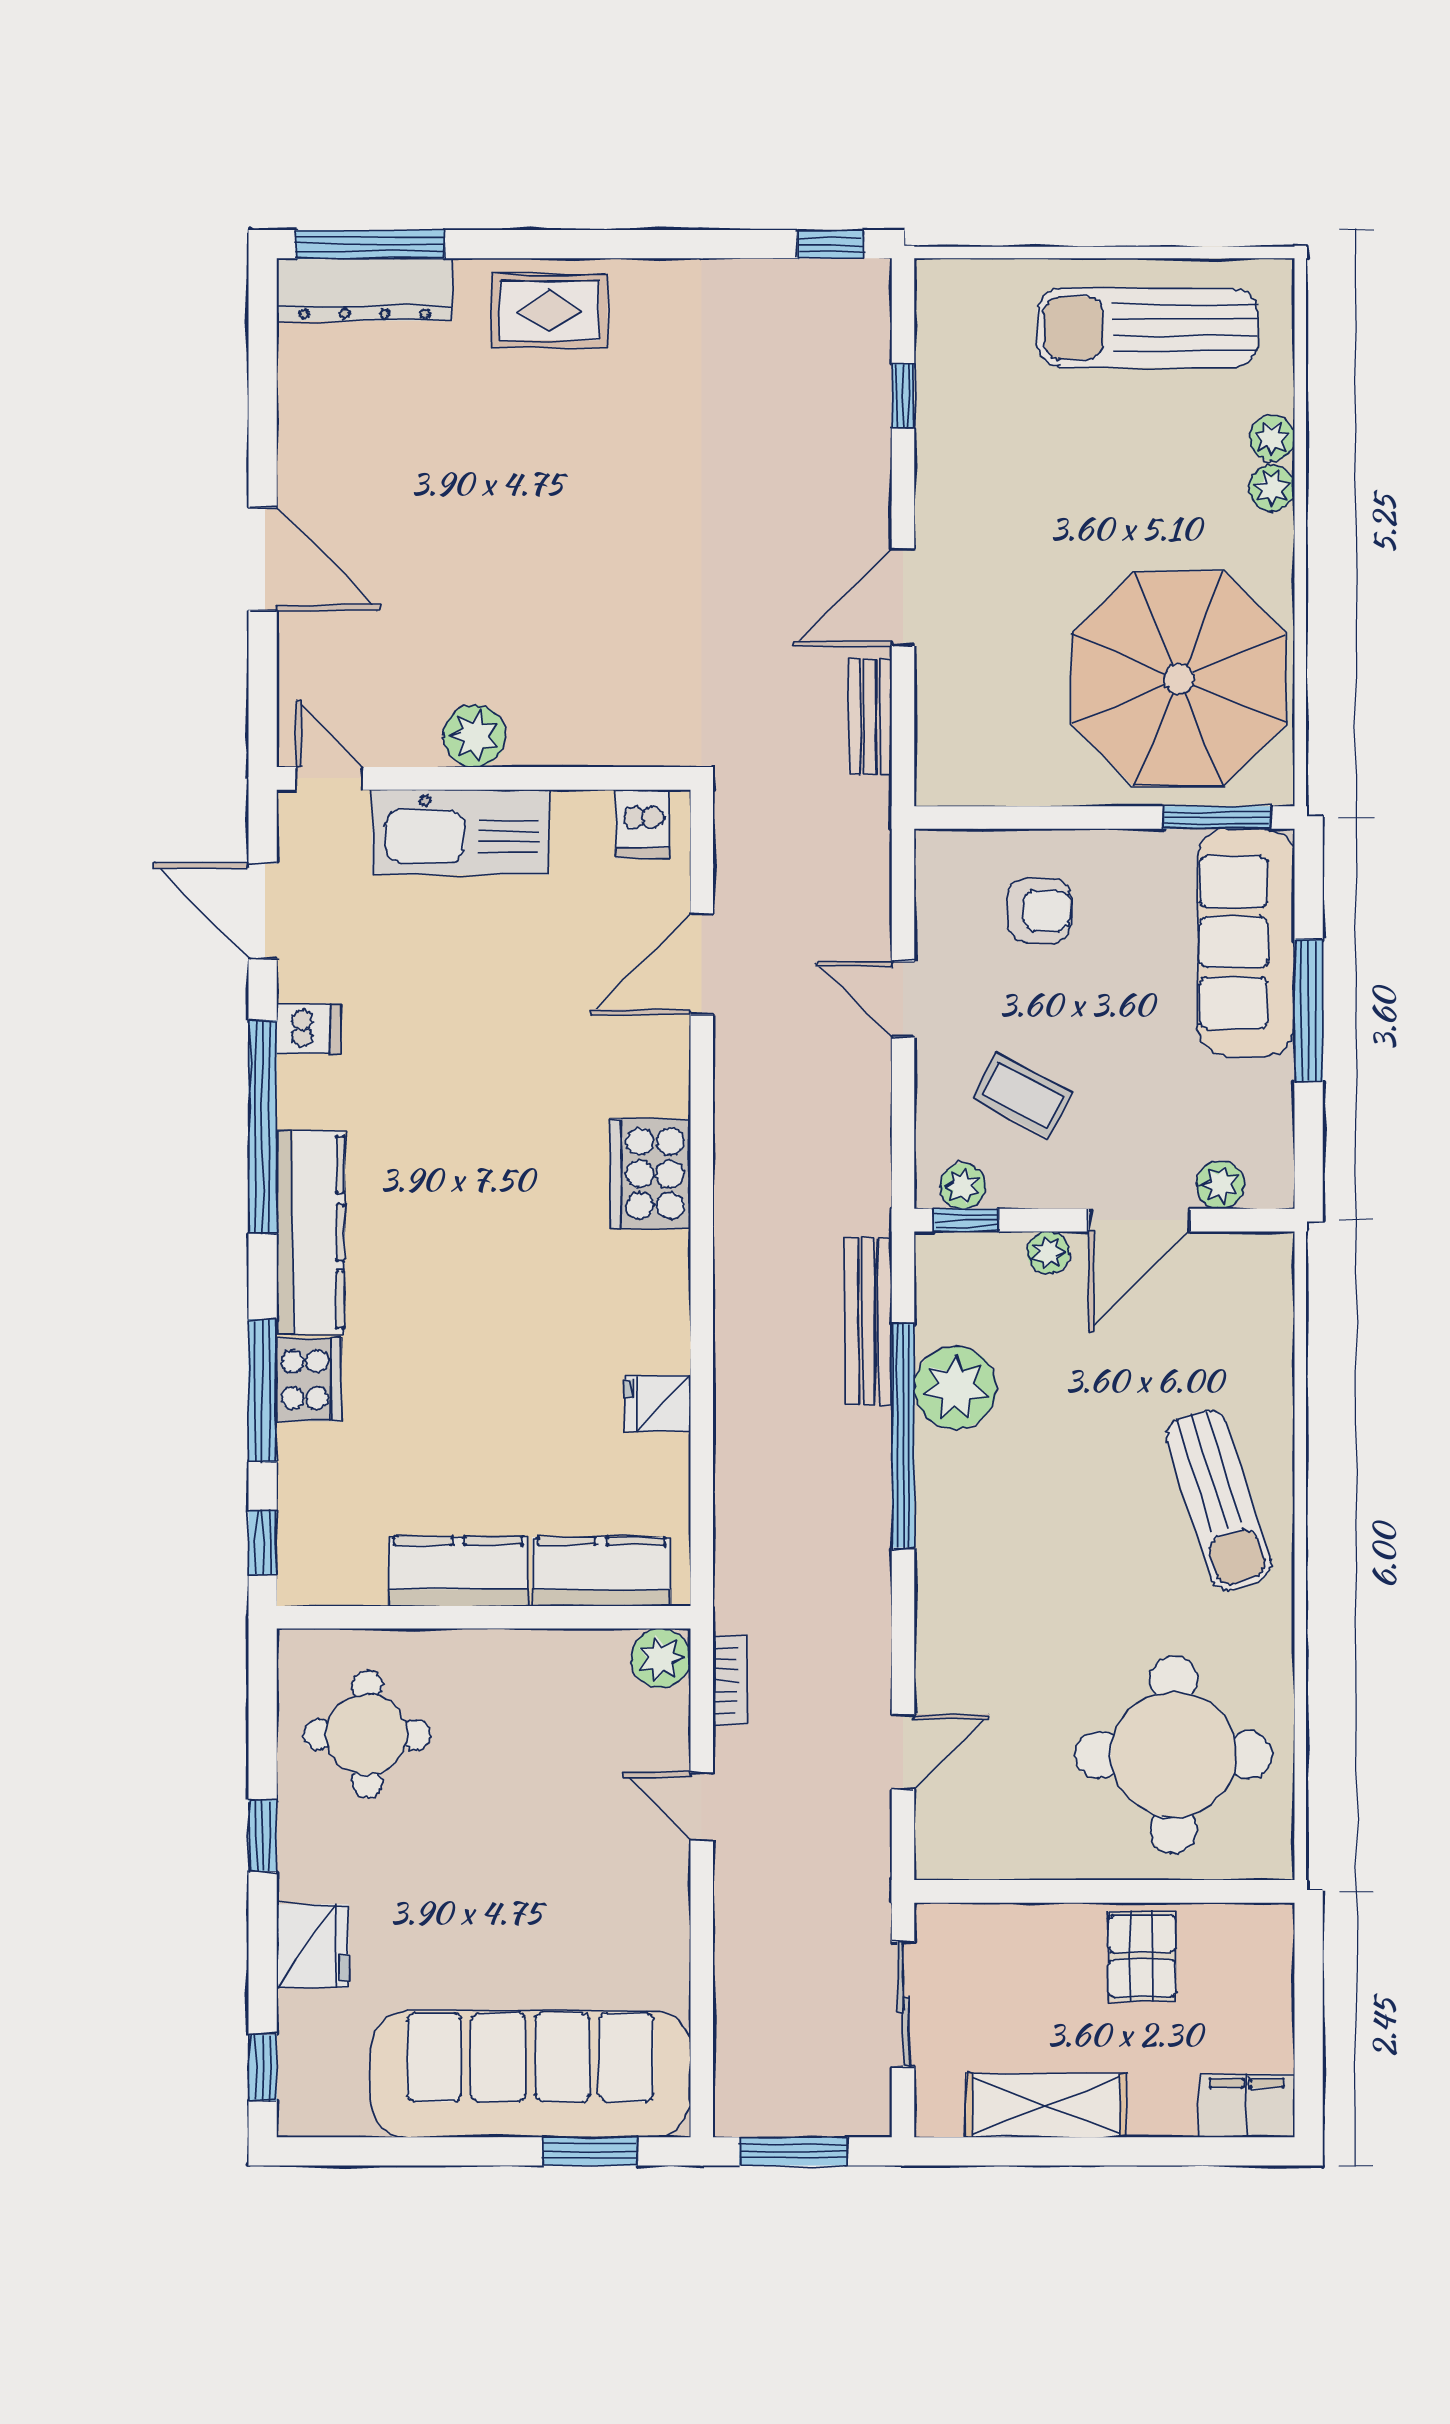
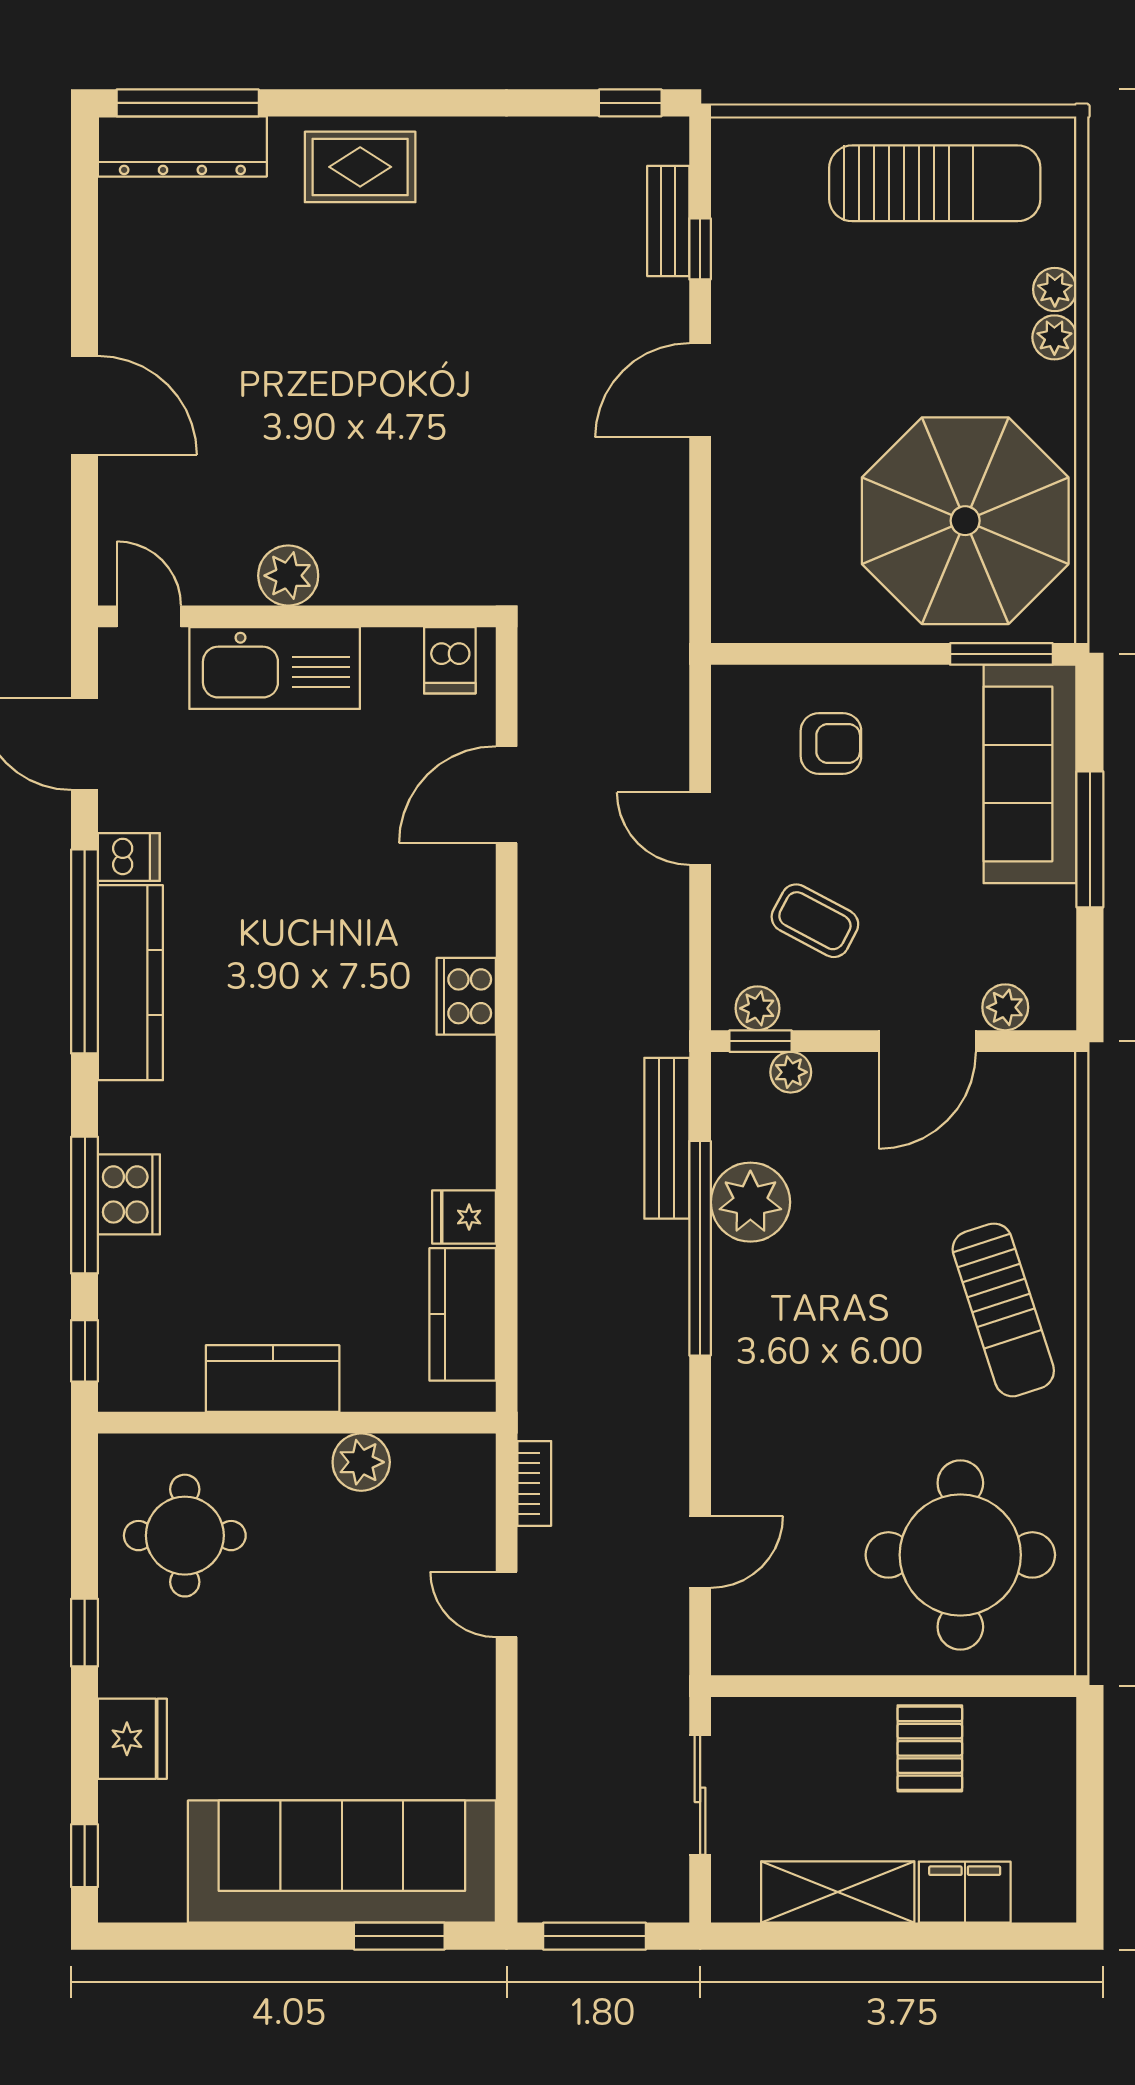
sun lounger: (1147, 328) -> (935, 183), turned 180
door: (903, 597) -> (700, 390), moved
bench: (870, 716) -> (668, 221), moved
cooker: (650, 1174) -> (466, 996), width x0.73, depth x0.76
kitchen counter: (310, 1232) -> (130, 983), moved
plant: (1048, 1253) -> (791, 1072), moved
kitchen counter: (601, 1572) -> (463, 1314), moved, turned -90
plant: (661, 1658) -> (361, 1462), moved
filing cabinet: (1247, 2106) -> (965, 1892), moved

